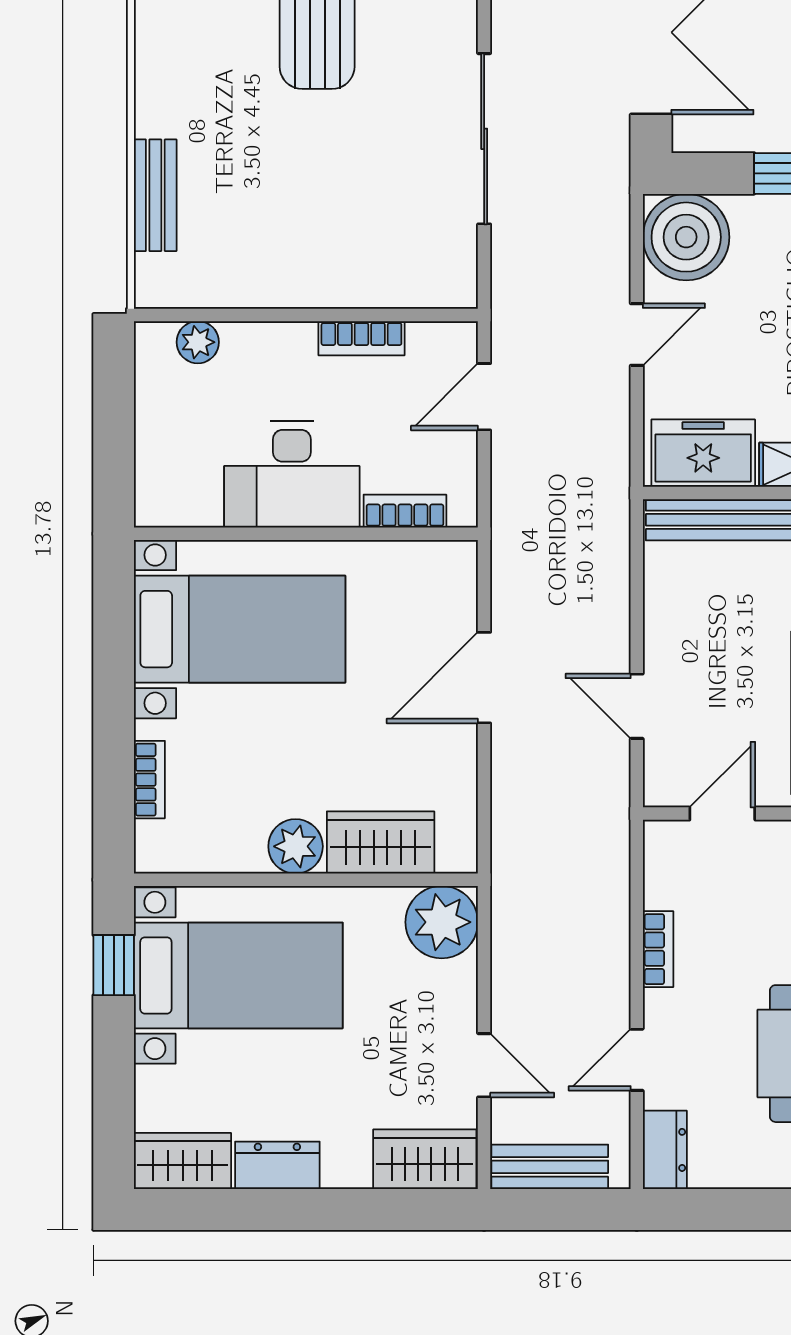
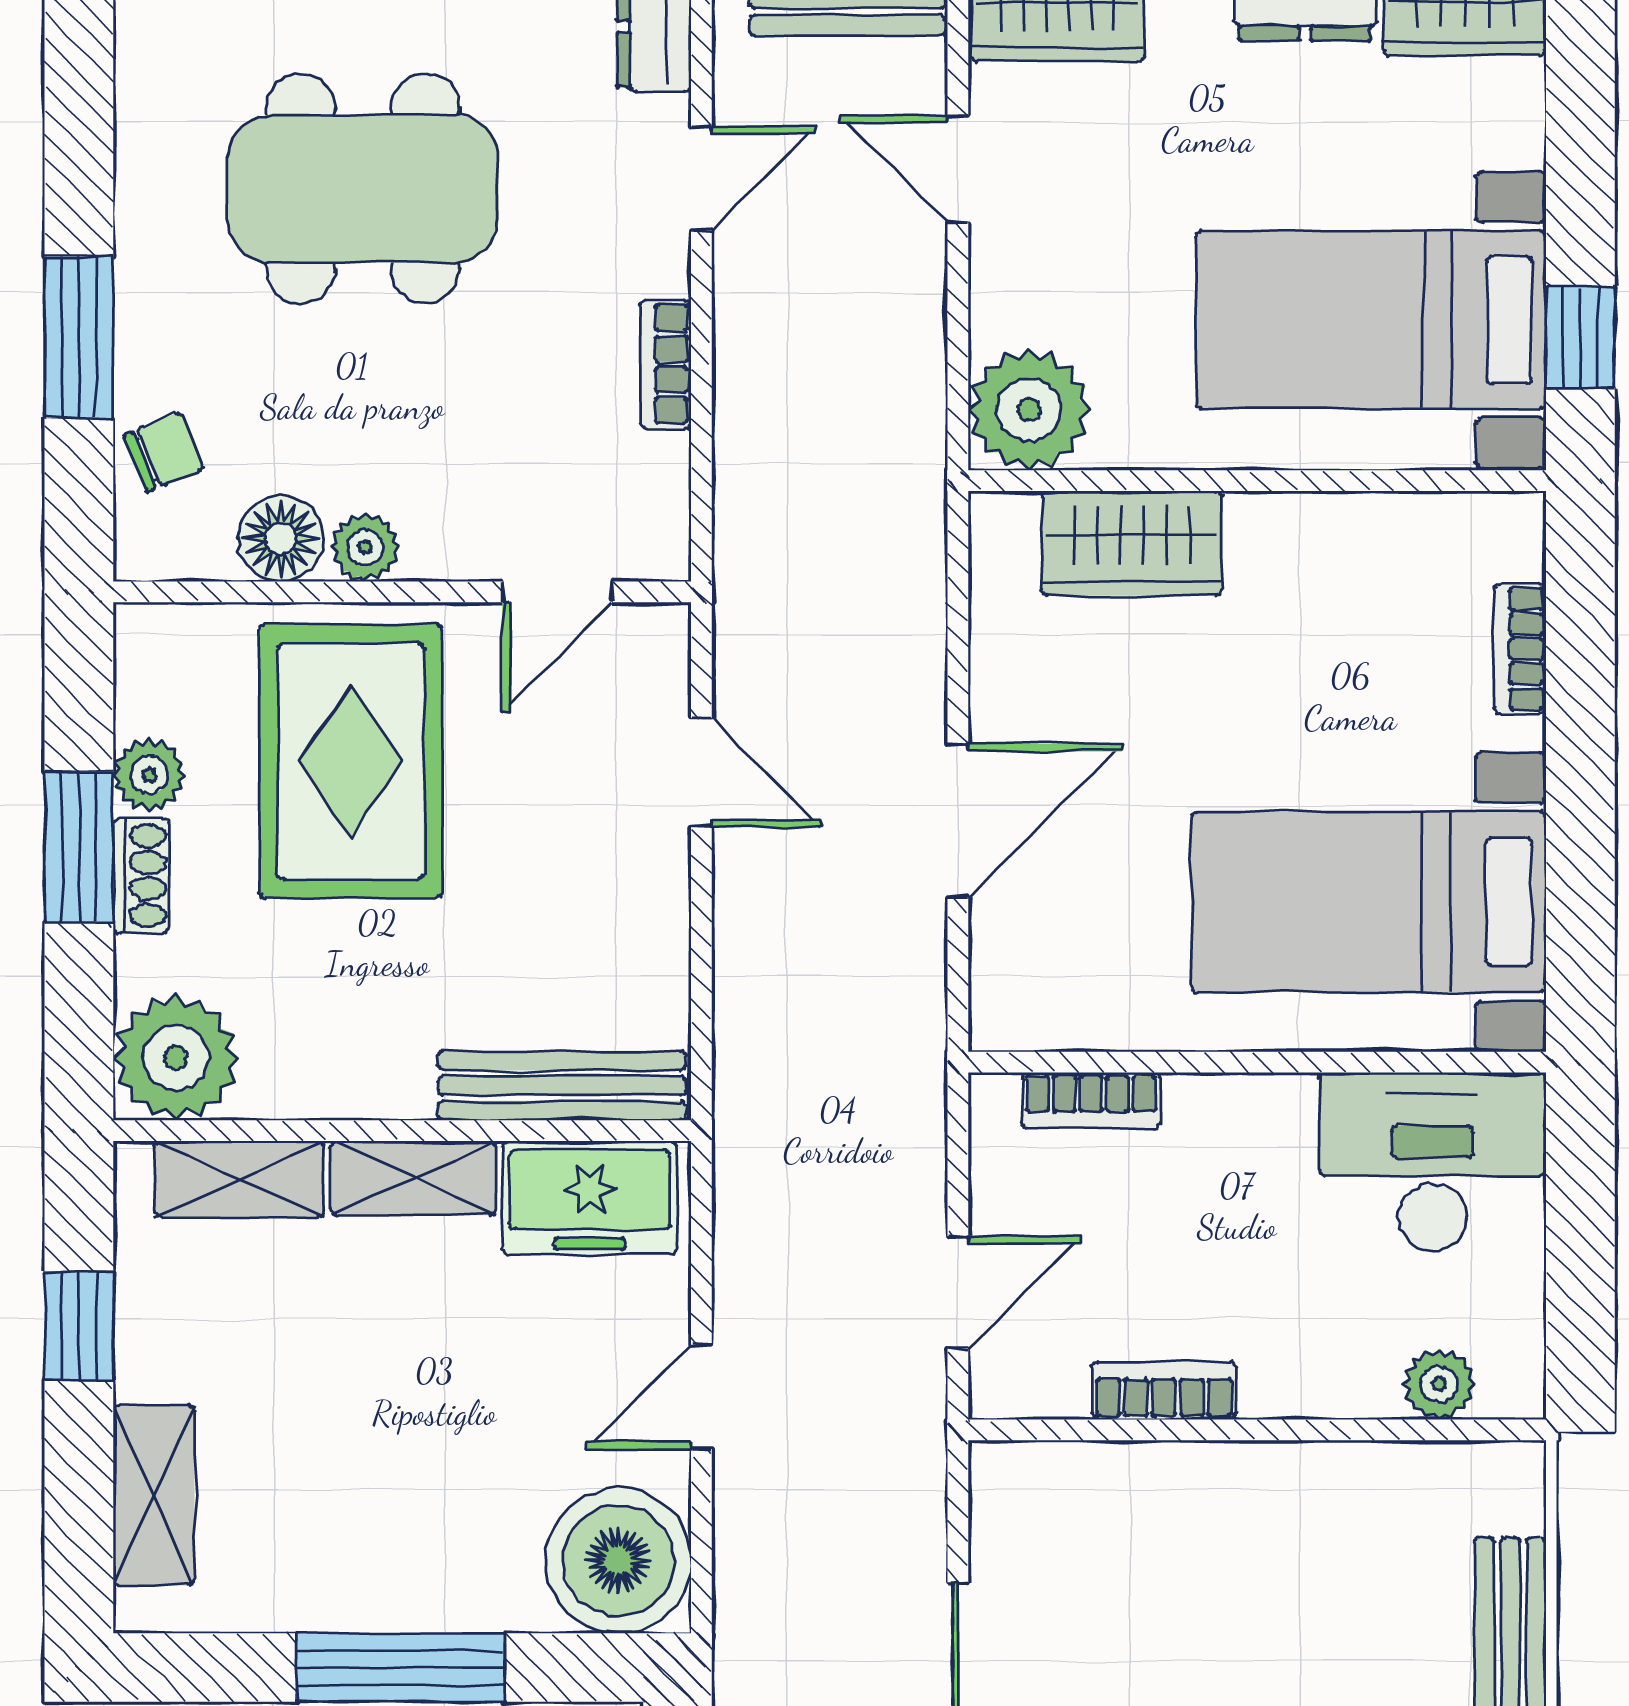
desk: (292, 474) -> (1433, 1162), moved
plant: (296, 846) -> (1275, 537), removed

